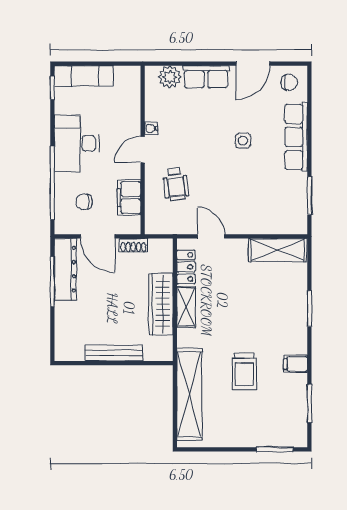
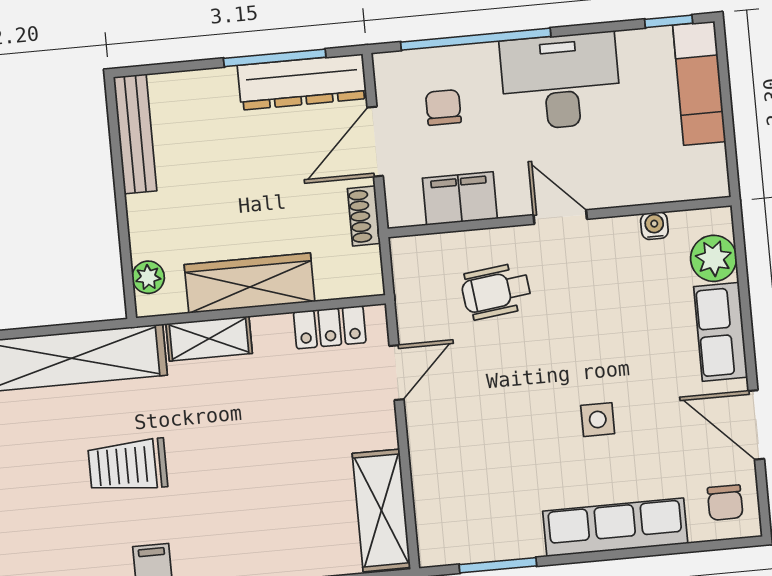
water cooler: (151, 128) -> (654, 226), moved
shelving: (186, 307) -> (209, 339), moved
bench: (114, 353) -> (135, 134), moved
plant: (153, 353) -> (148, 277), added

